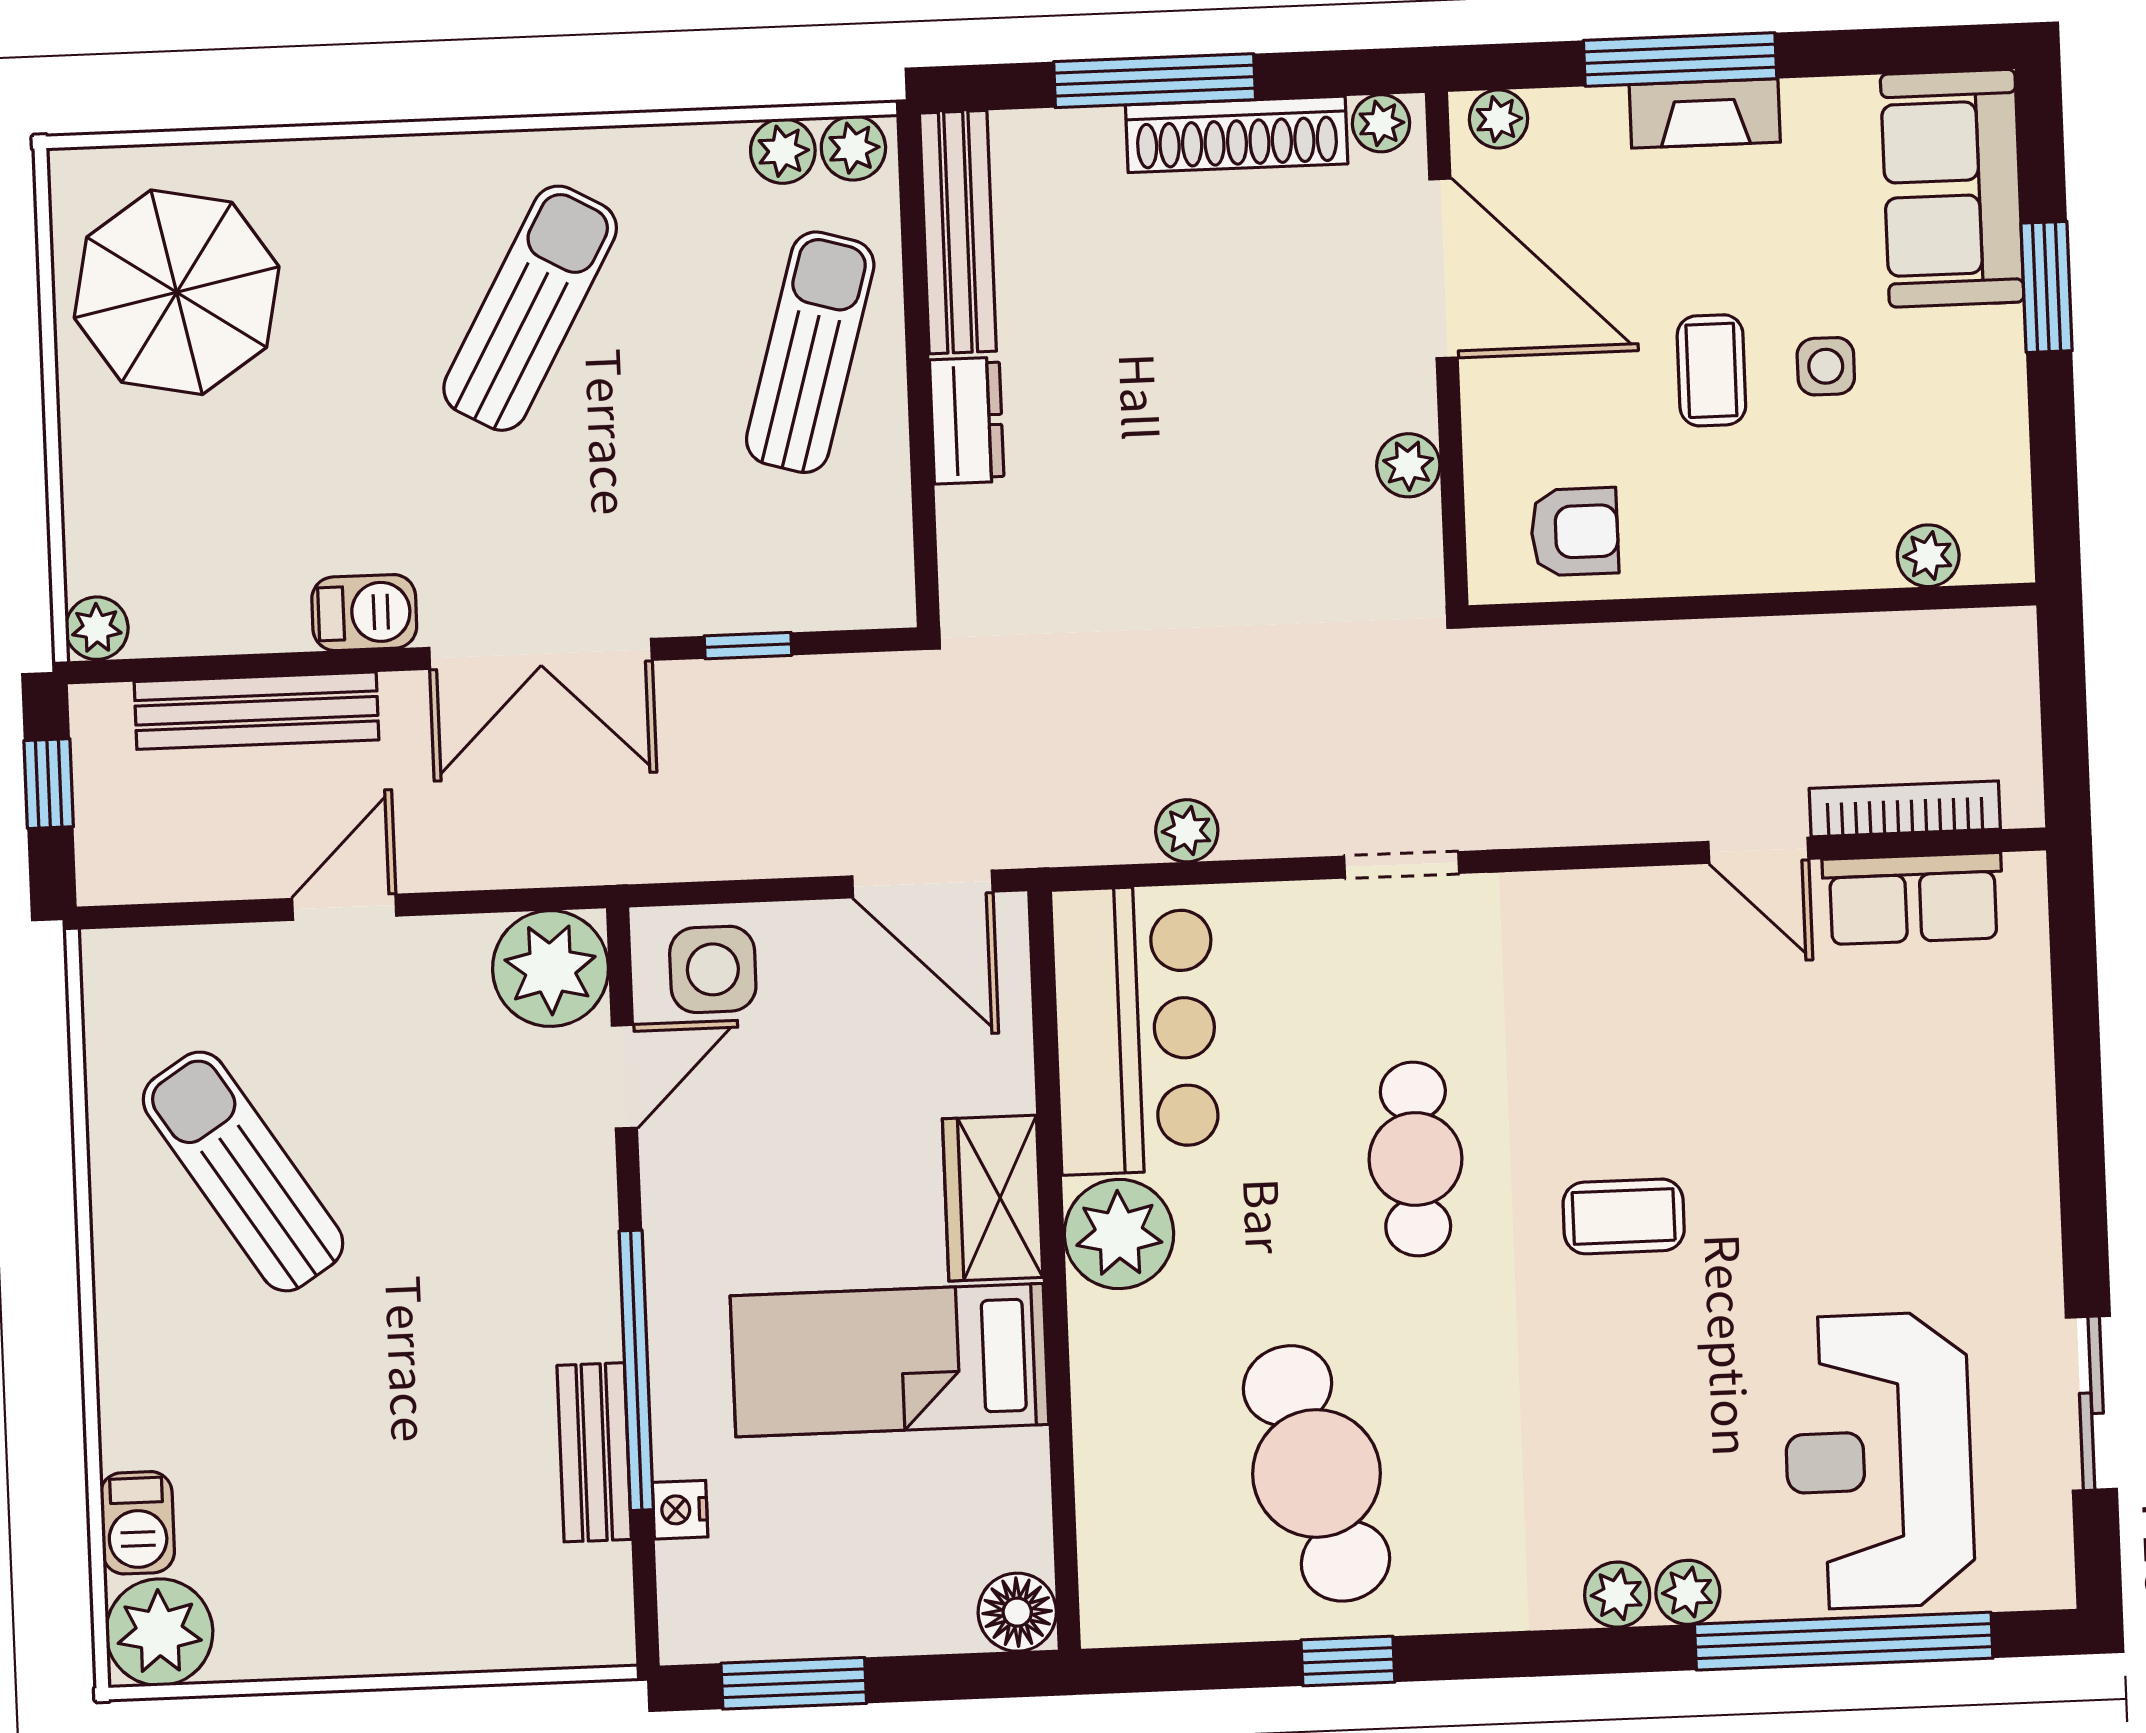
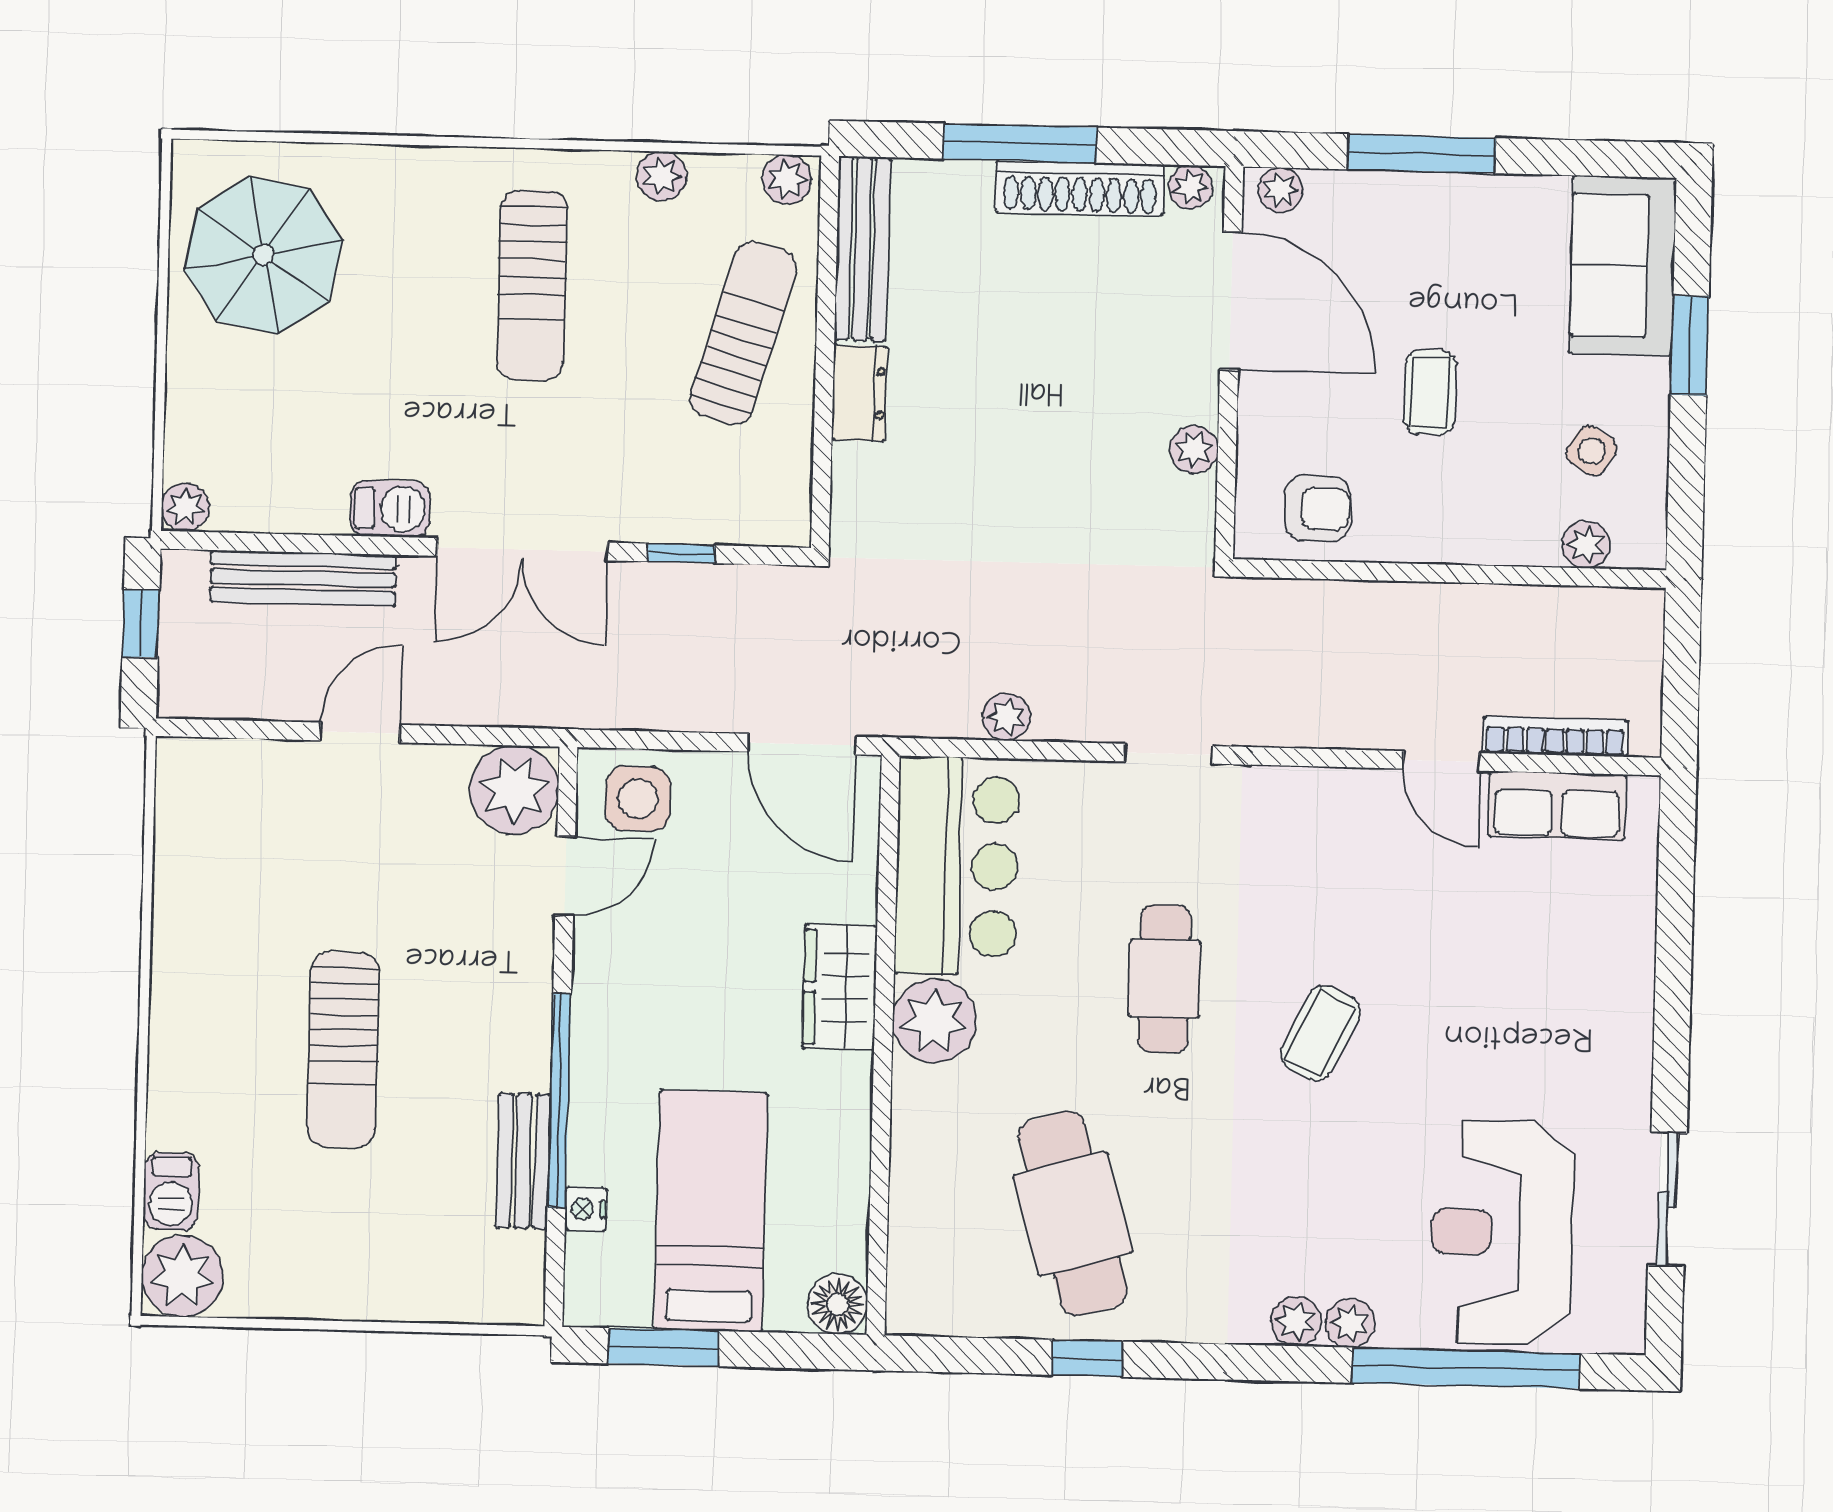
fireplace: (1705, 113) -> (1438, 196), removed
plant: (783, 151) -> (662, 176), moved
sun lounger: (530, 308) -> (532, 285), turned 151
side table: (1826, 366) -> (1591, 451), moved, turned 33
sun lounger: (243, 1171) -> (343, 1050), moved, turned -147
coffee table: (1624, 1216) -> (1320, 1033), turned -64
bed: (889, 1360) -> (711, 1211), moved, turned 90

